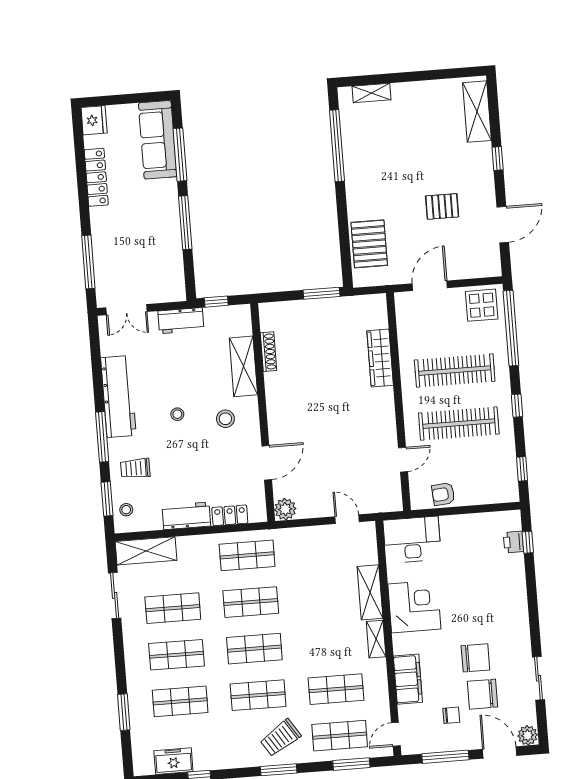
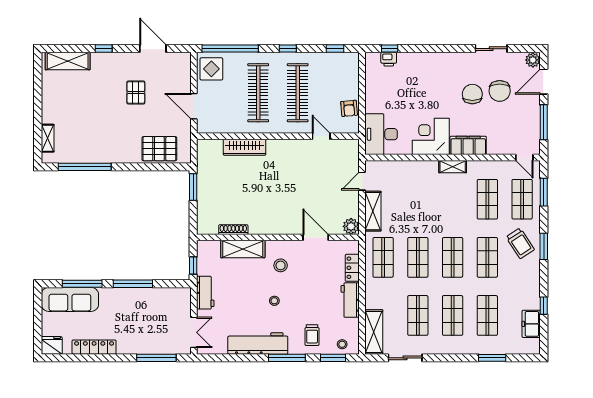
shelving: (370, 592) -> (373, 211), moved, turned 90
filing cabinet: (408, 679) -> (468, 145), moved
chair: (451, 715) -> (513, 115), removed

